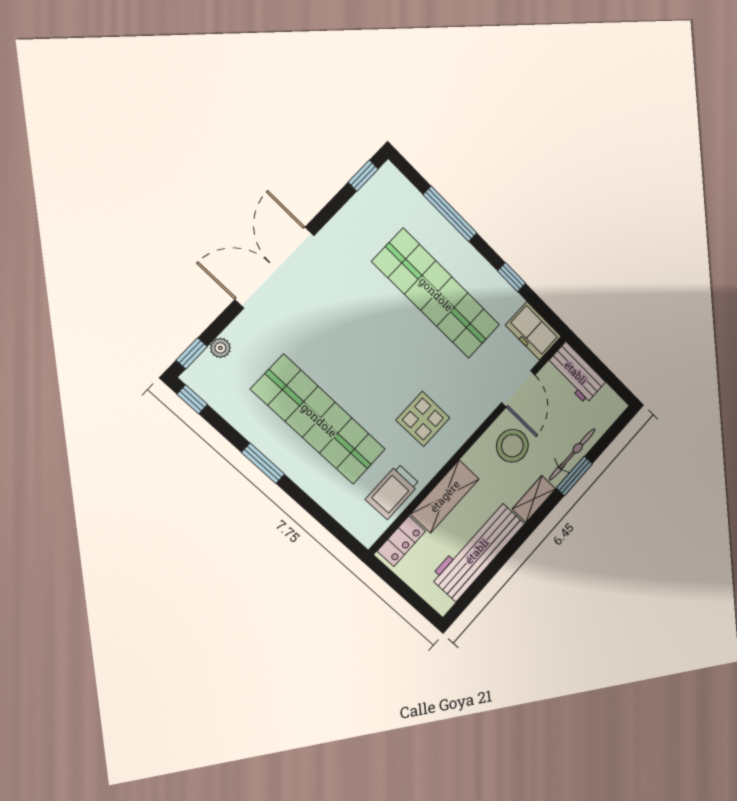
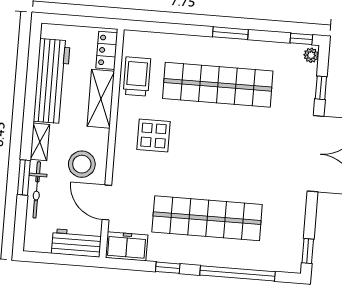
window: (450, 214) -> (238, 273), width x1.46
plant: (220, 348) -> (311, 55), moved
window: (192, 353) -> (321, 88), moved

